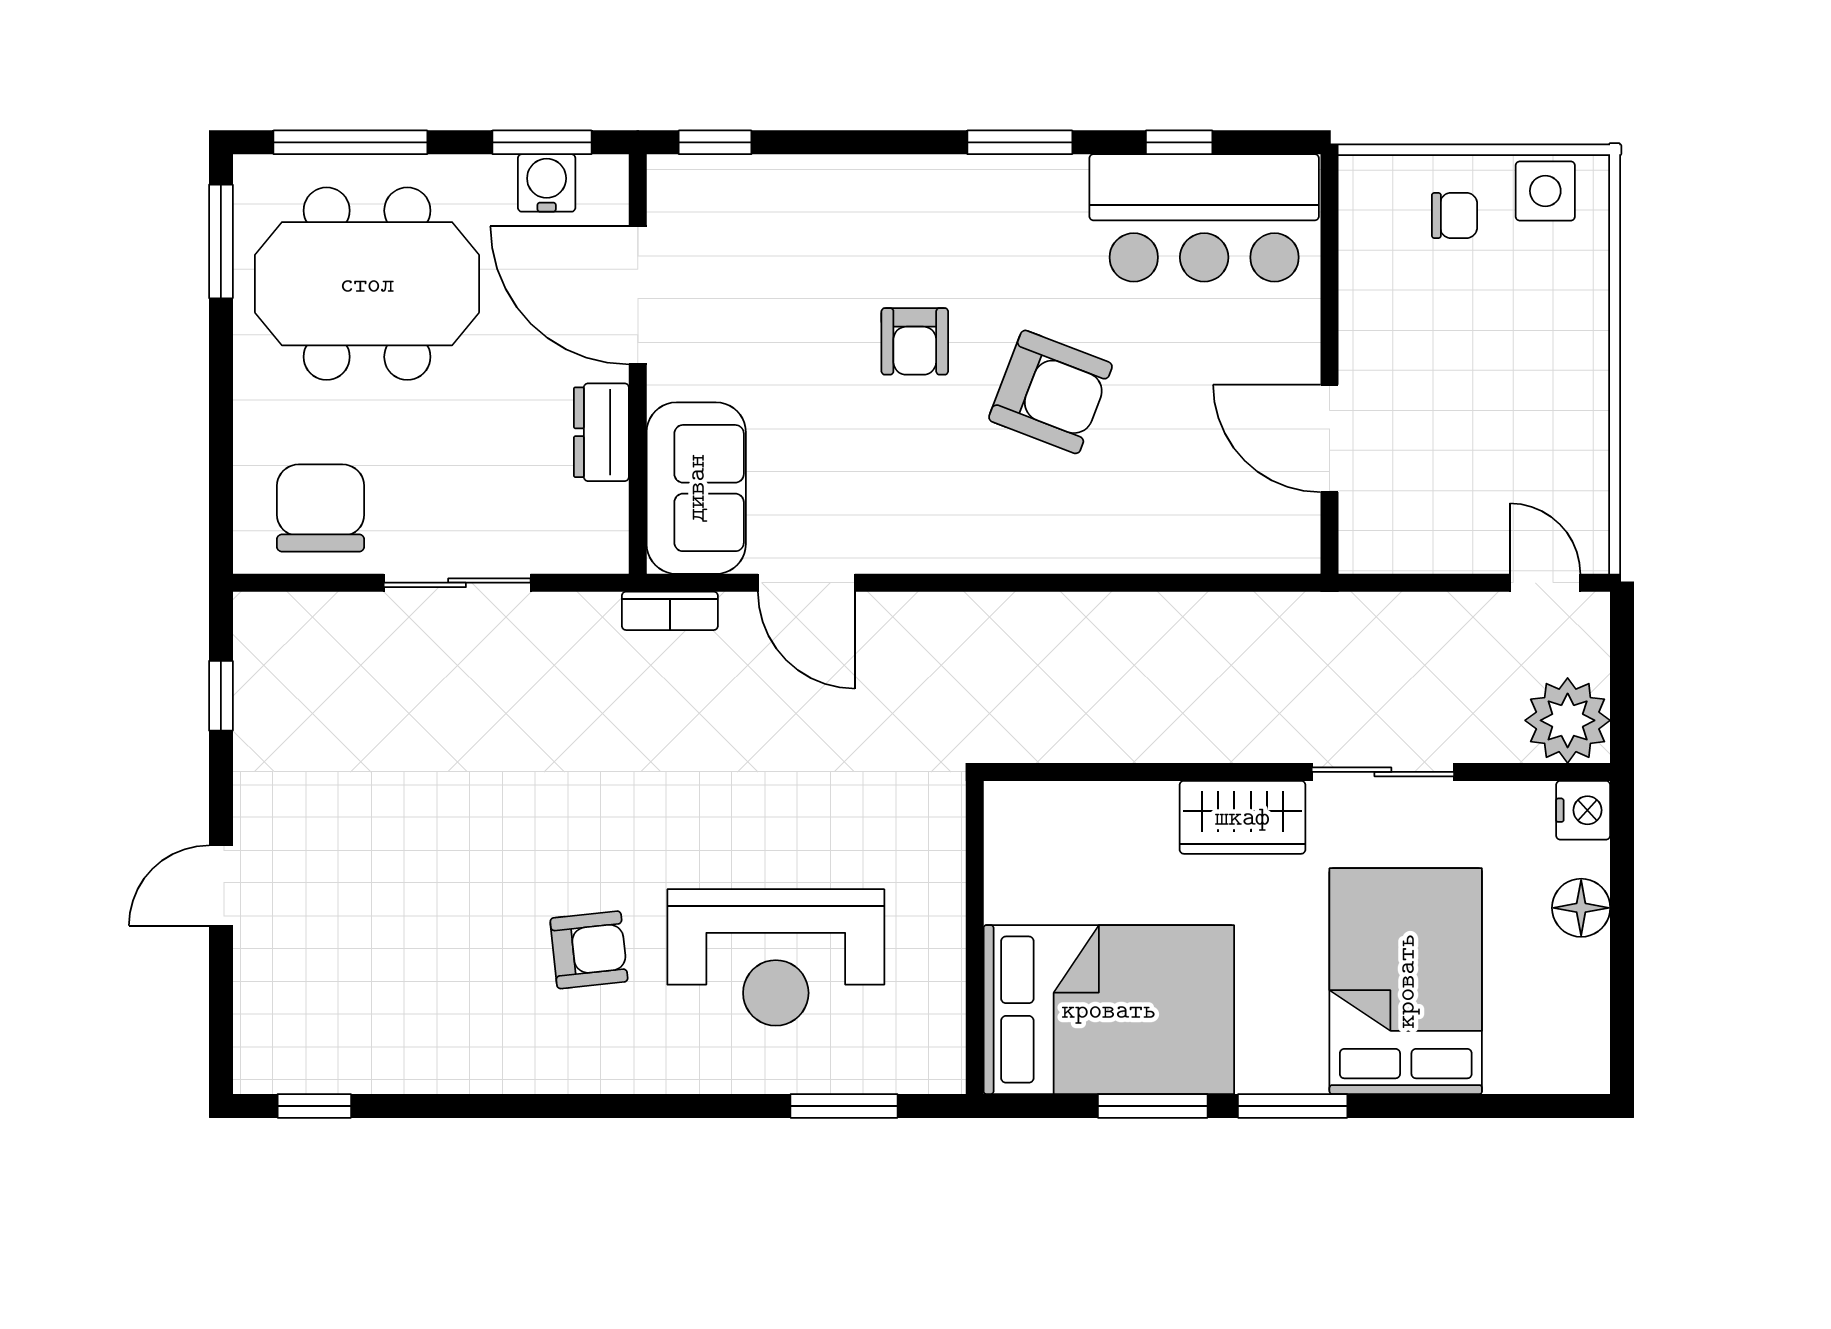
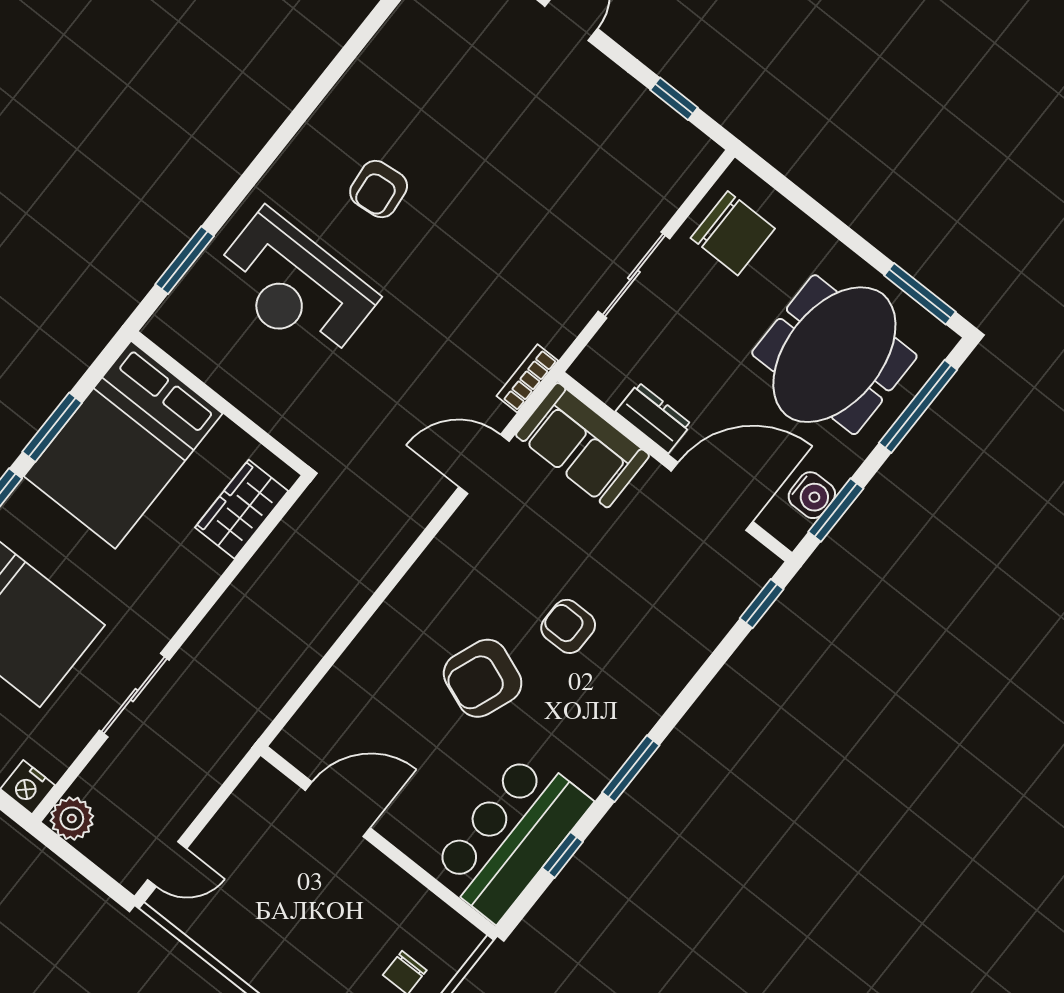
plant: (1568, 720) -> (72, 818), width x0.73, depth x0.73
wardrobe: (1242, 817) -> (242, 509), moved
reception desk: (776, 957) -> (294, 287), turned -90

